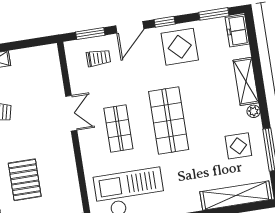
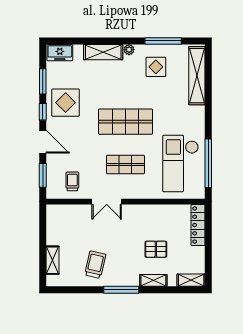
window: (214, 14) -> (43, 81), moved
trolley: (98, 58) -> (72, 181), moved
double door: (71, 113) -> (107, 202), swing flipped
pallet: (25, 180) -> (156, 249), width x0.67, depth x0.71

